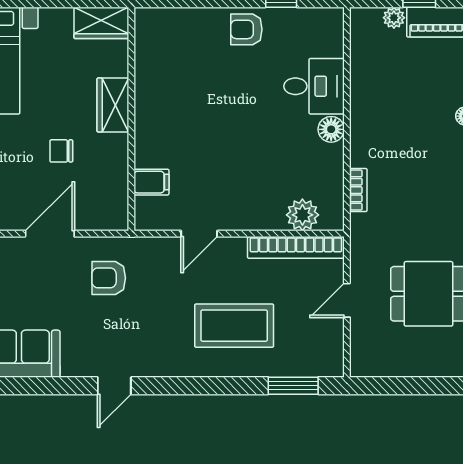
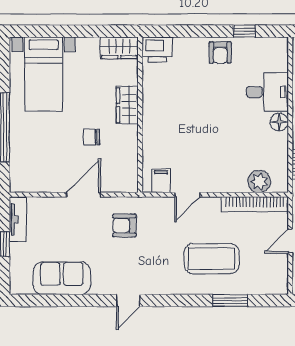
printer: (156, 25) -> (157, 49), added
armchair: (246, 29) -> (220, 52), turned -90
filing cabinet: (151, 182) -> (161, 181), moved, turned -90
window: (293, 386) -> (230, 300), moved

